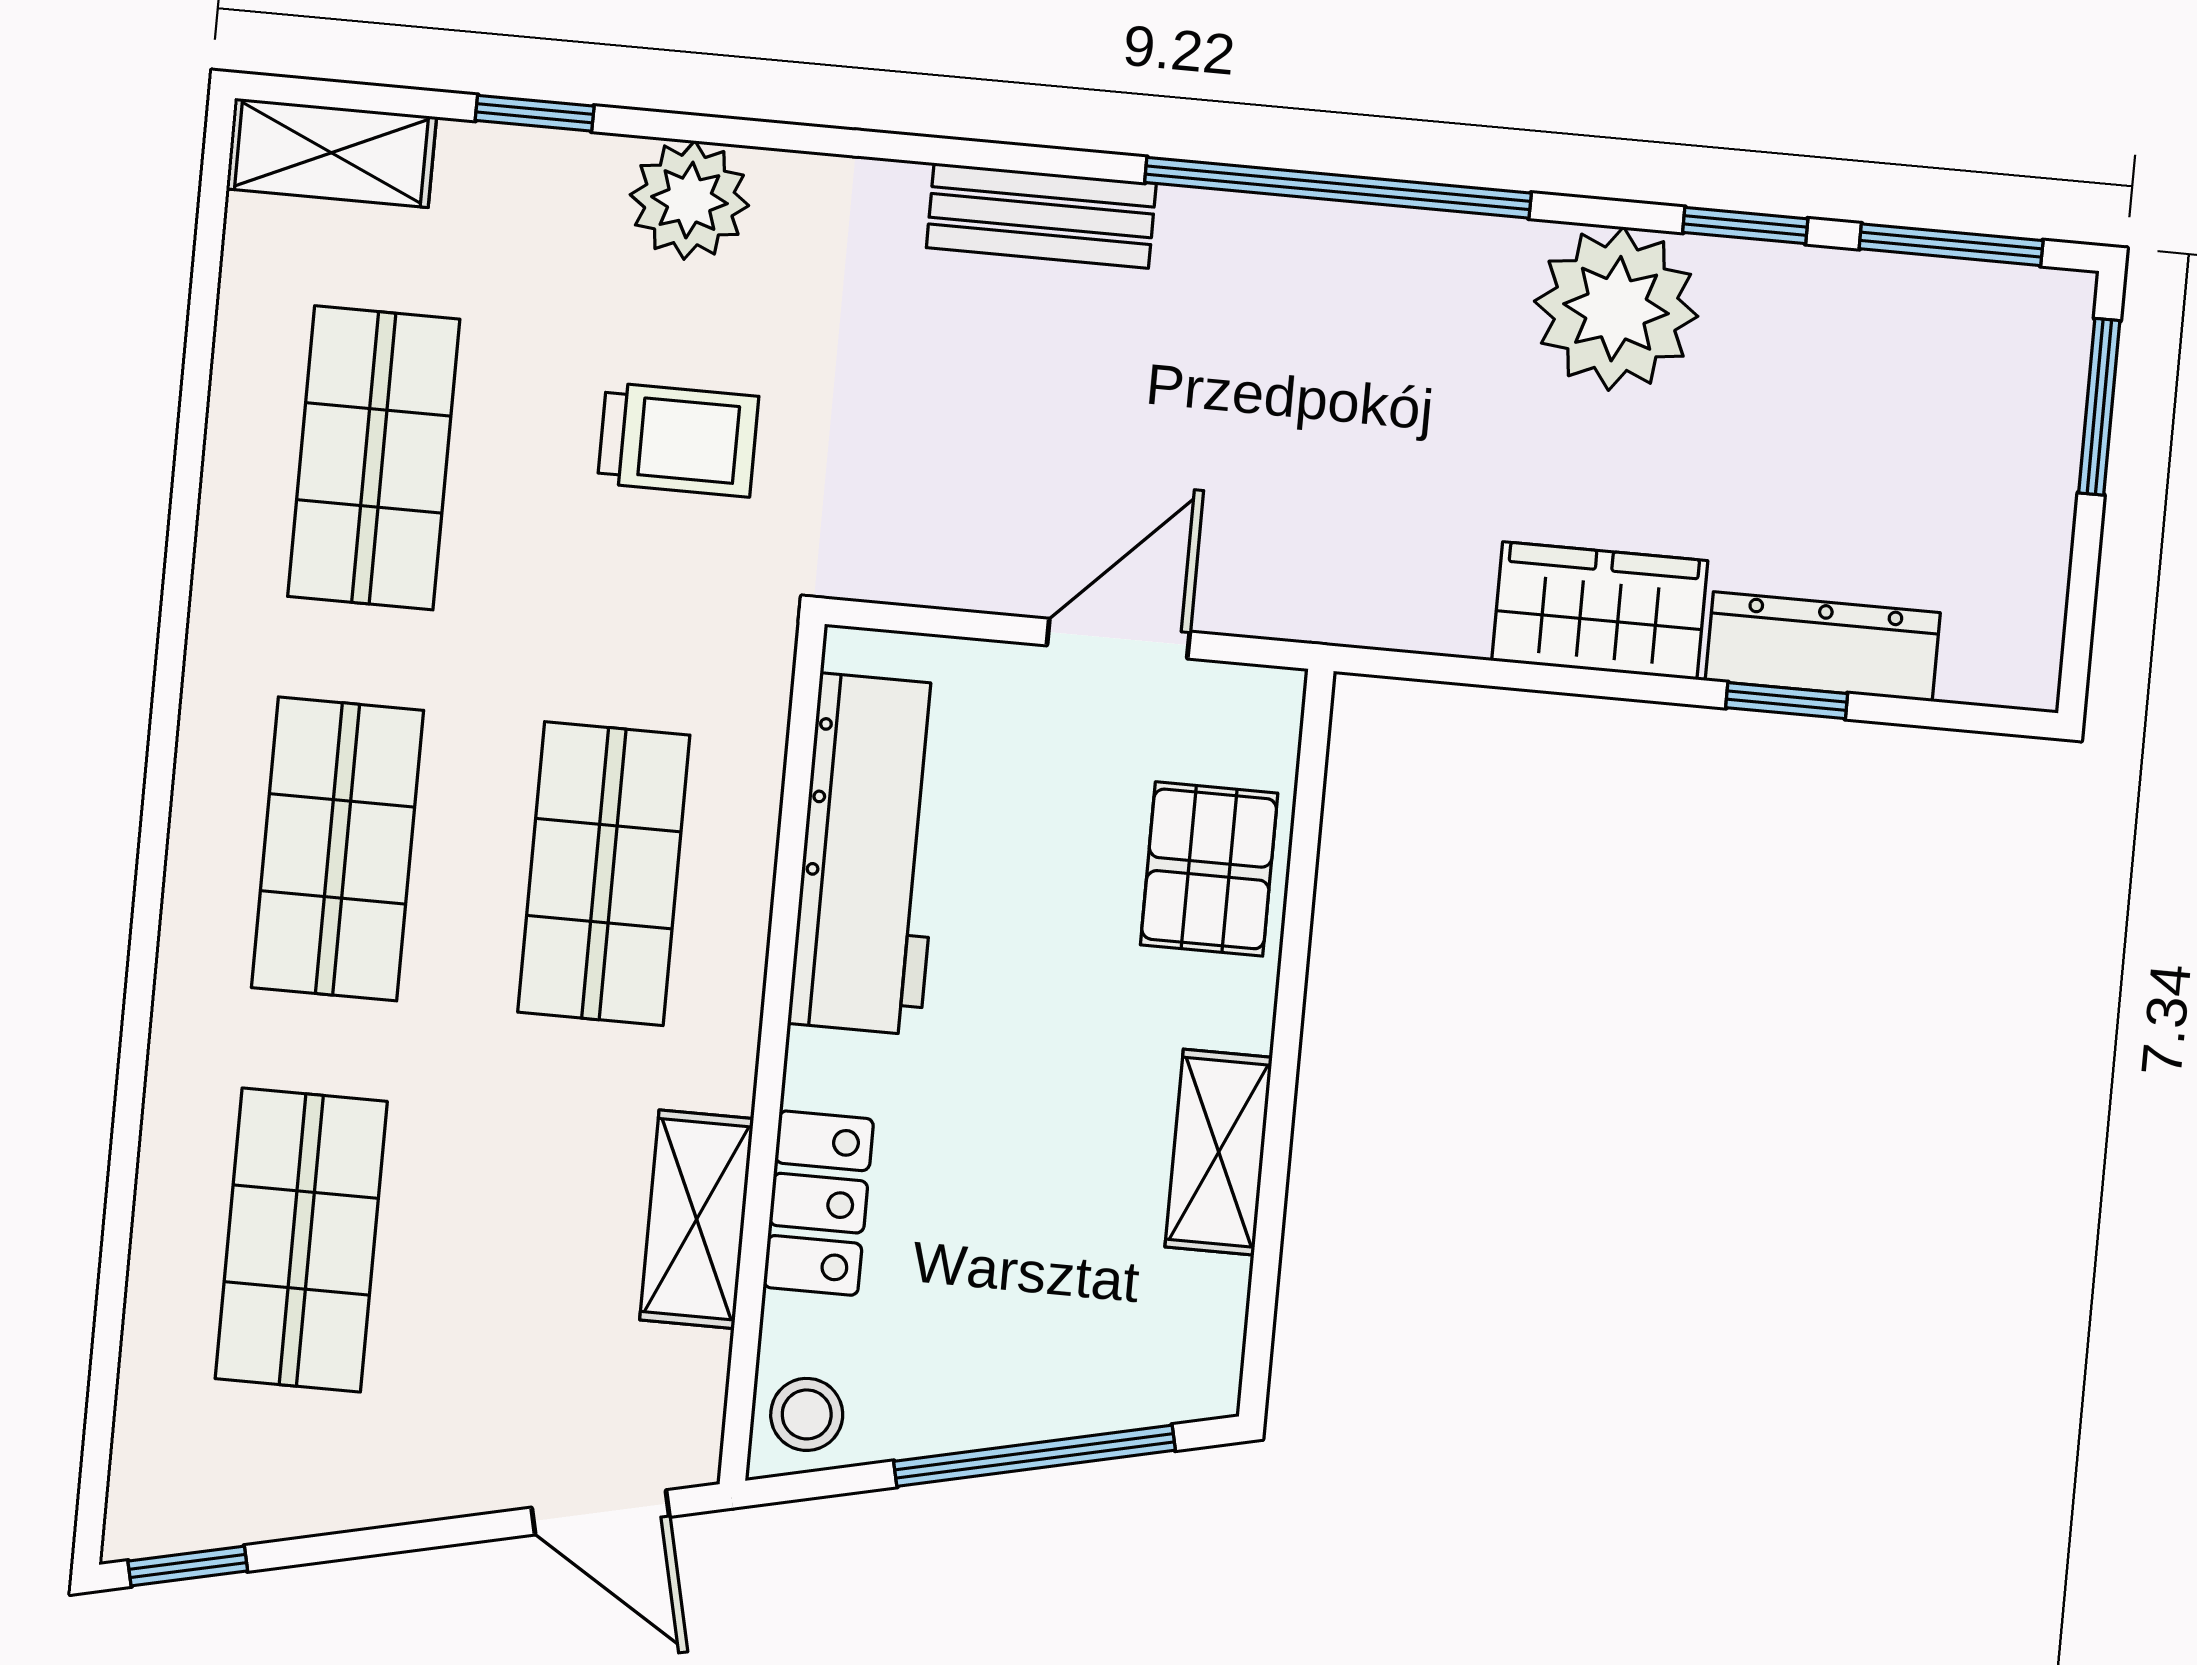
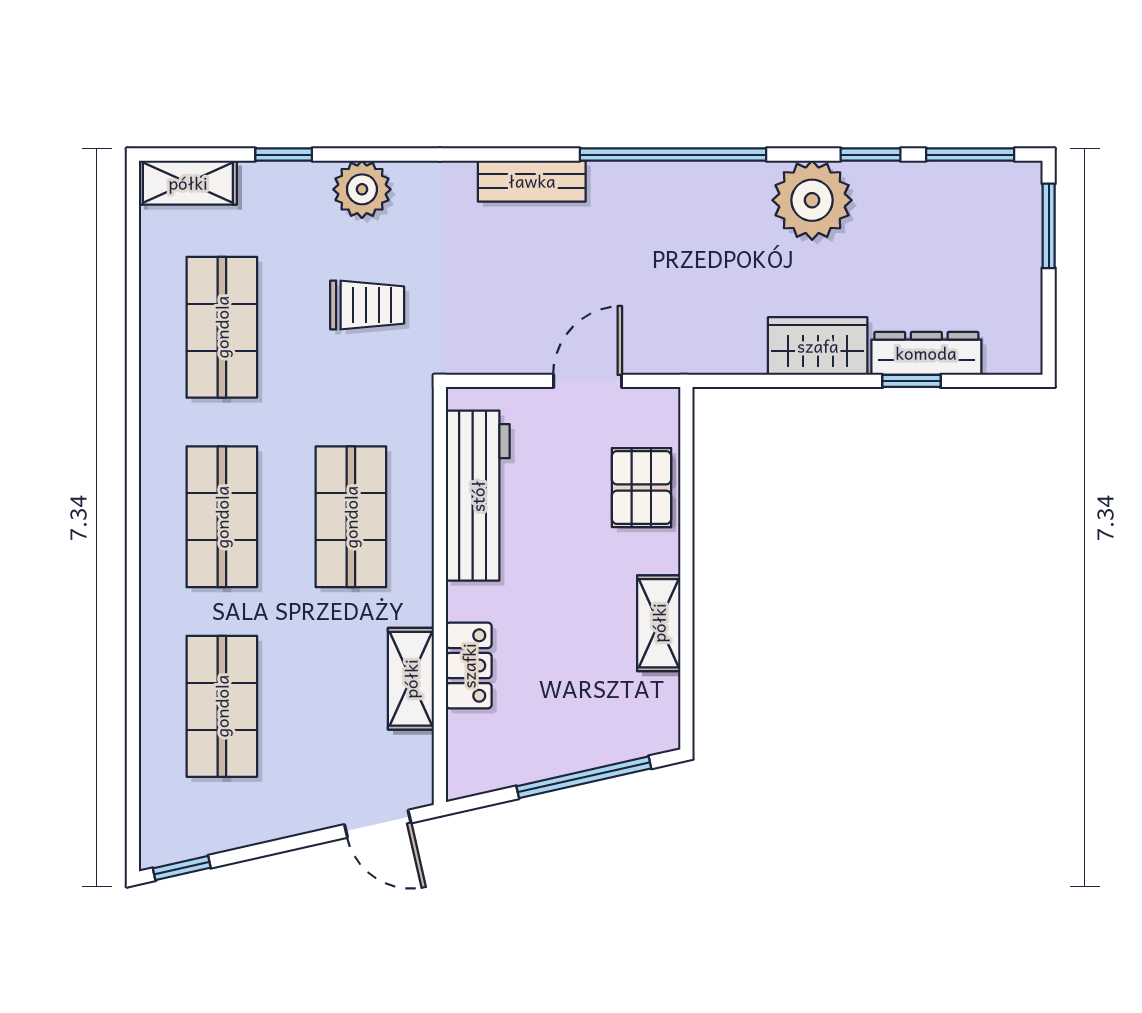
stool: (807, 1414) -> (472, 768), removed

